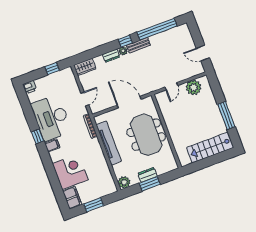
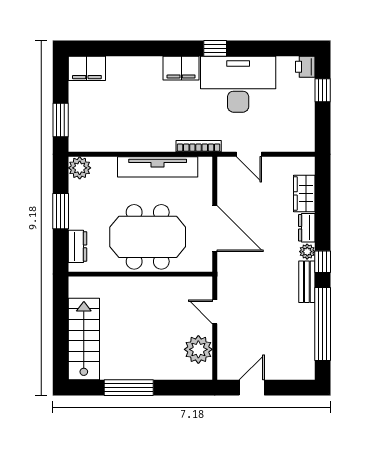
wardrobe: (85, 67) -> (304, 193), moved
window: (52, 69) -> (323, 90), moved
door: (129, 102) -> (215, 229), hinge flipped
filing cabinet: (52, 145) -> (181, 68), width x2.00
corner desk: (70, 172) -> (133, 82), removed
dresser: (148, 175) -> (77, 246), moved
window: (94, 205) -> (61, 120), moved

